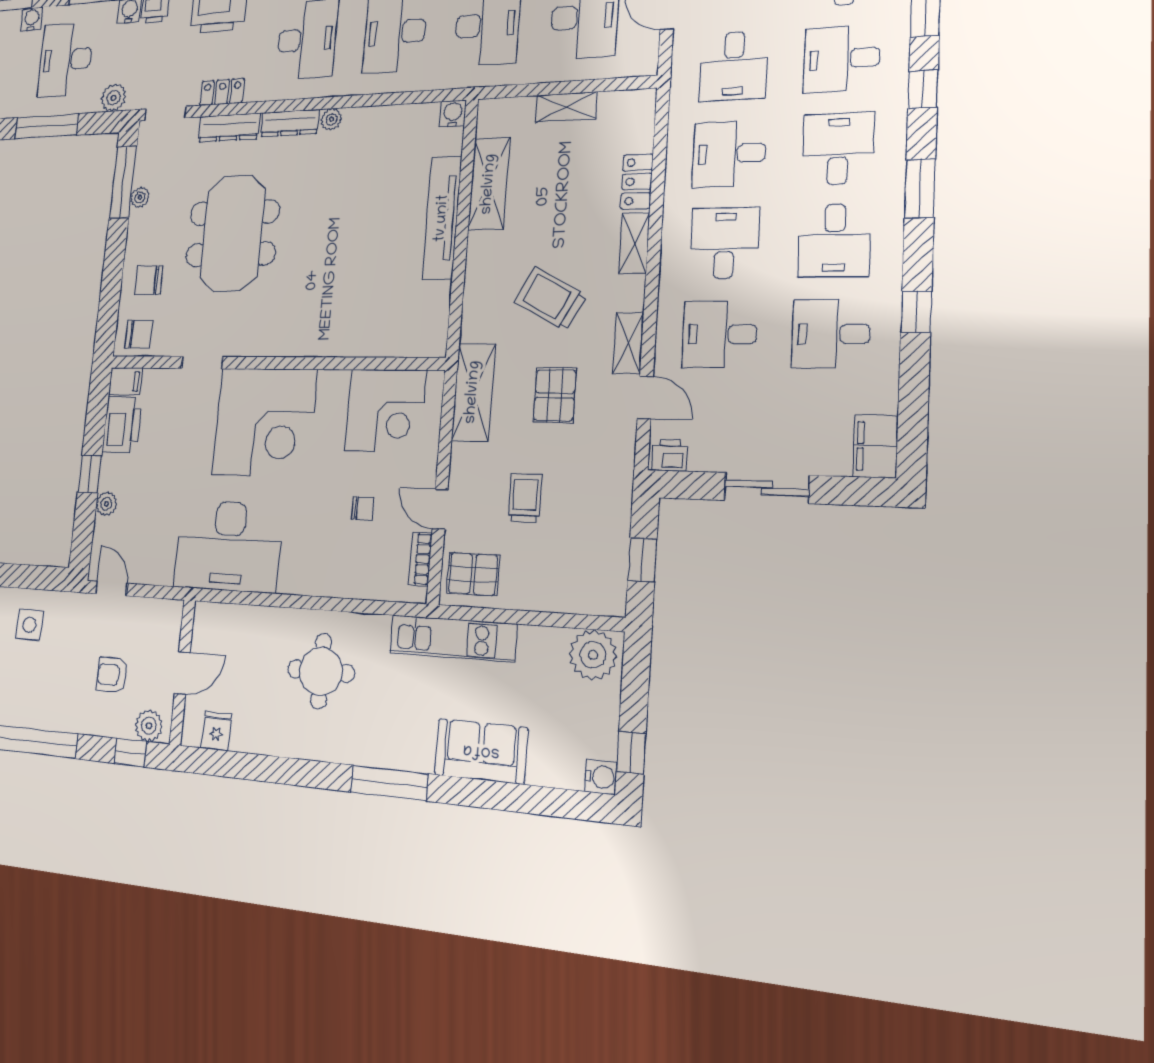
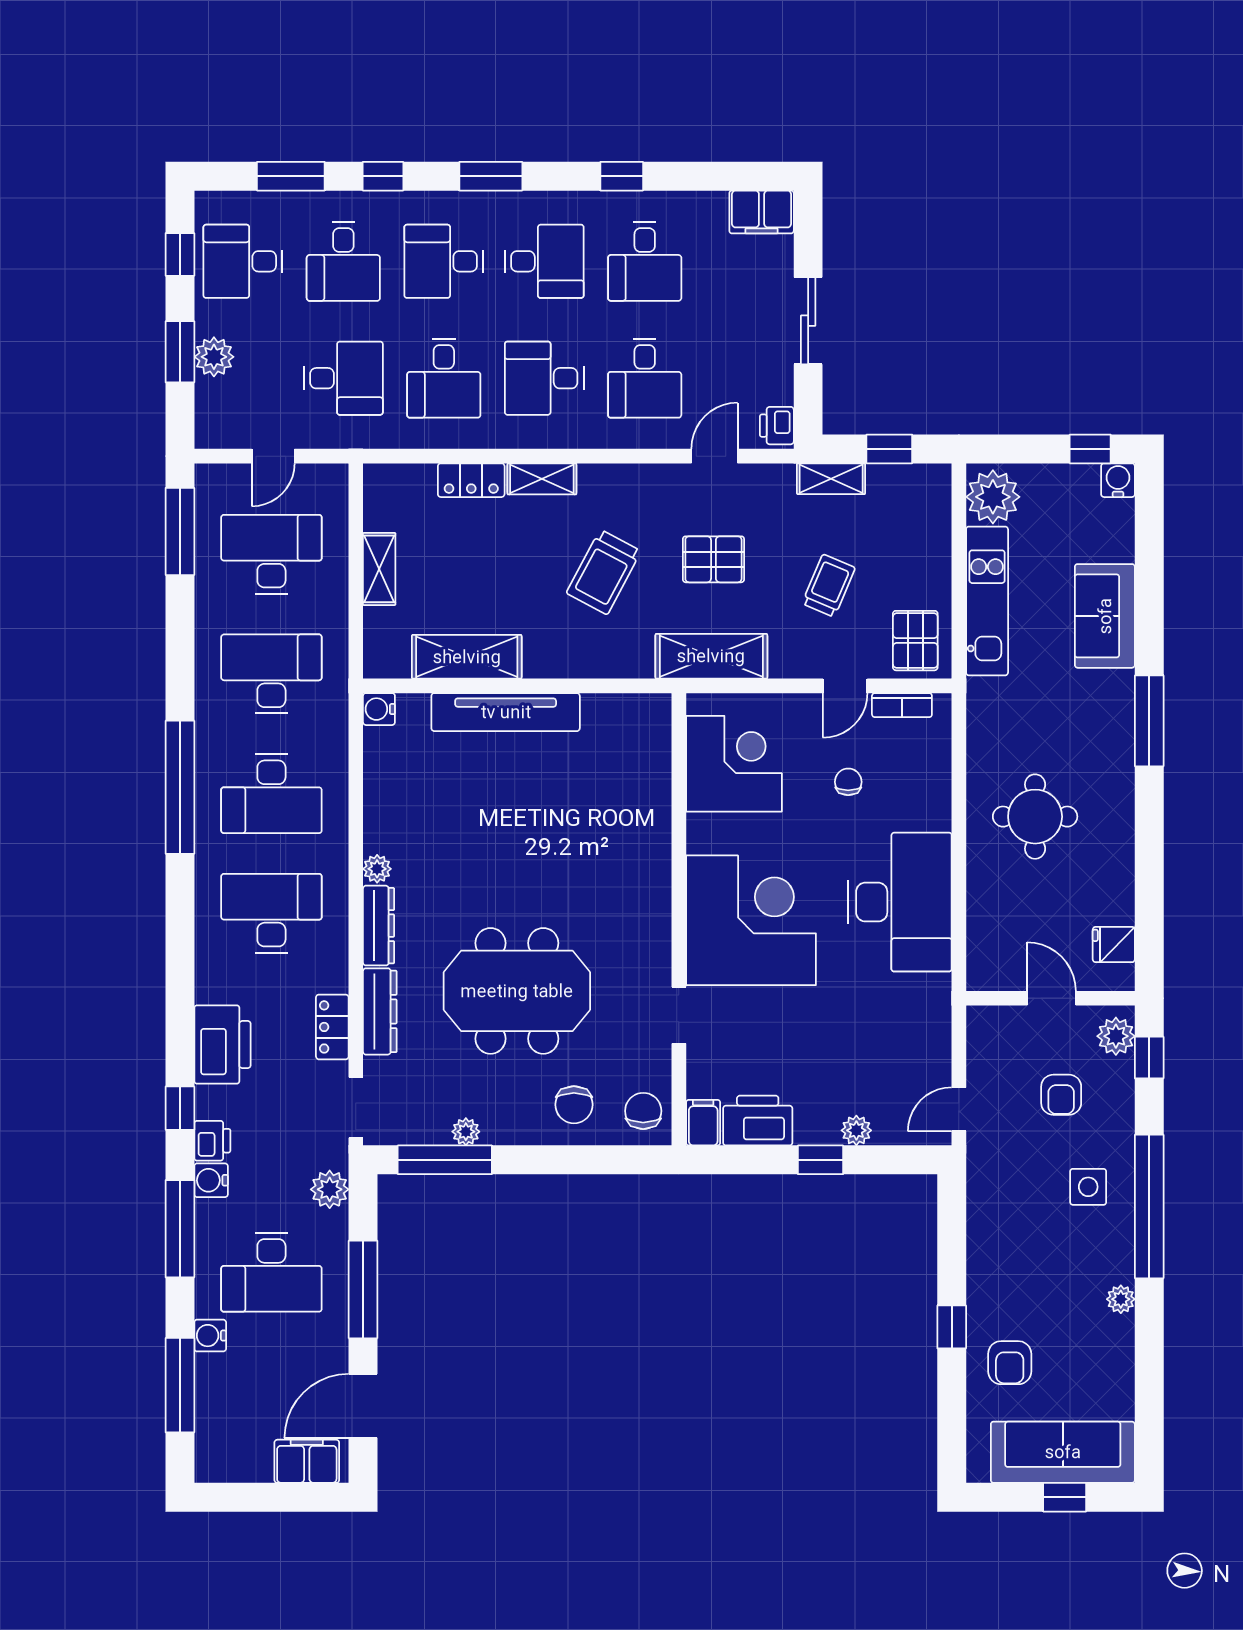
shelving: (628, 343) -> (831, 479), moved
trolley: (525, 498) -> (829, 586), turned 113
desk: (228, 546) -> (900, 902), moved
side table: (29, 625) -> (1088, 1187), moved
kitchen unit: (453, 638) -> (987, 601), moved

